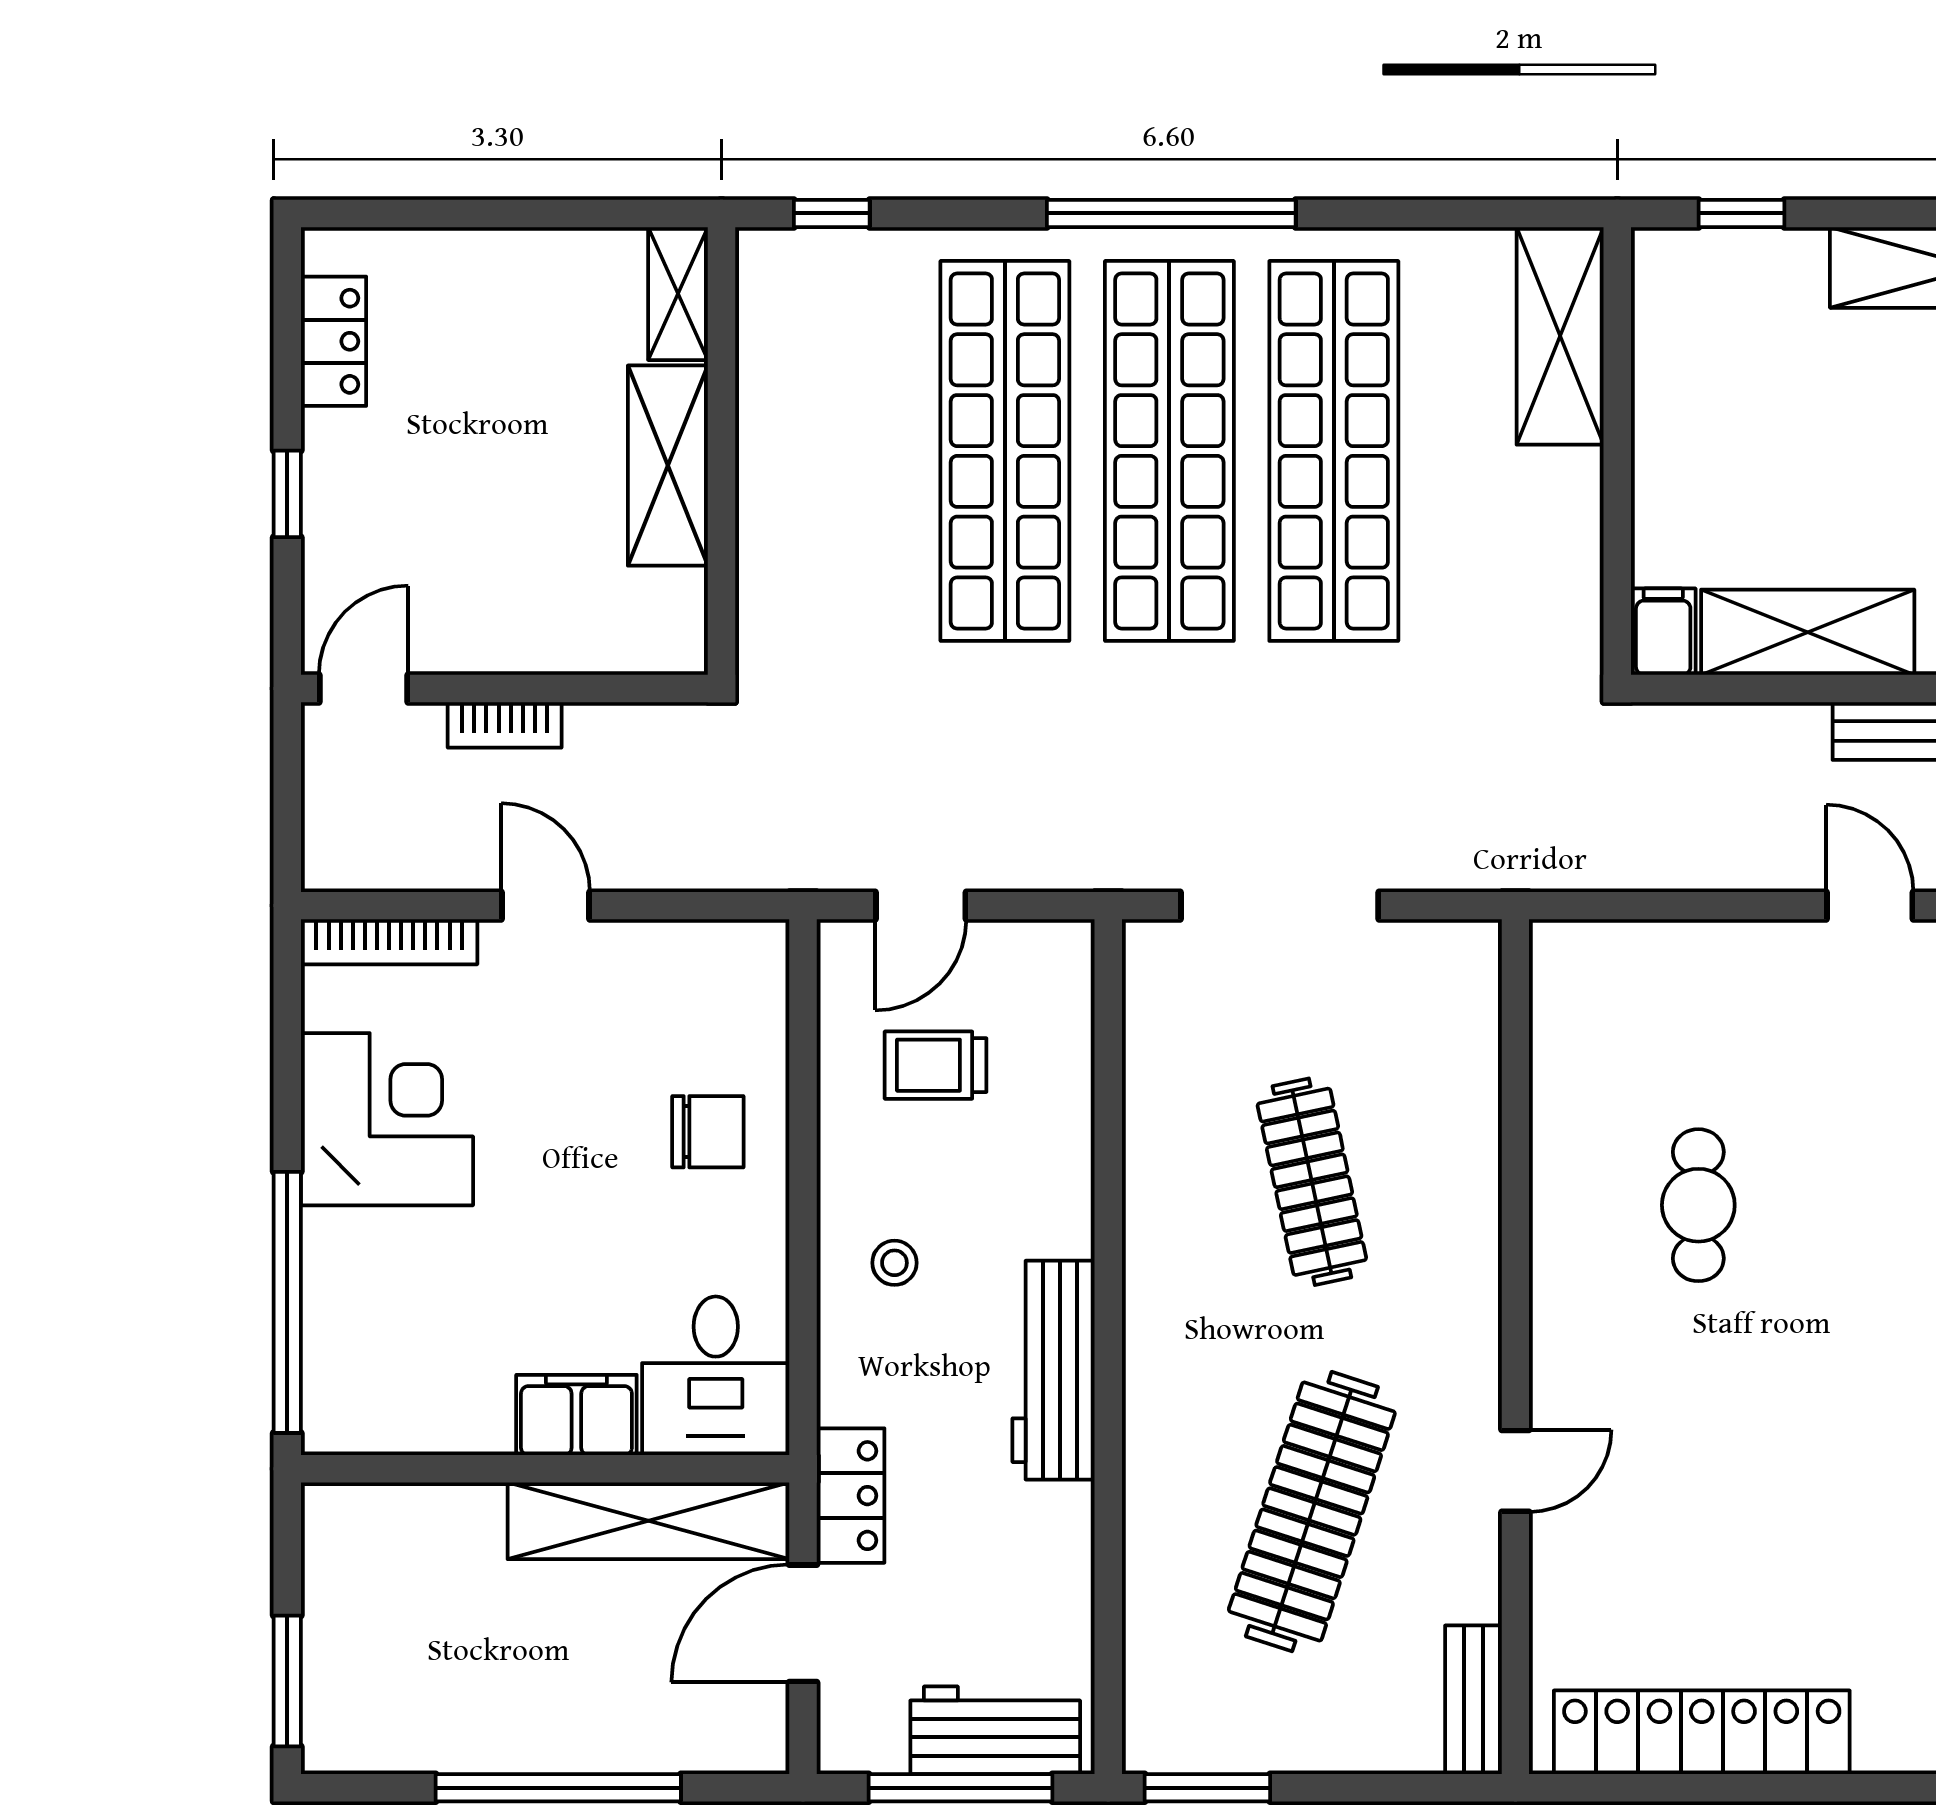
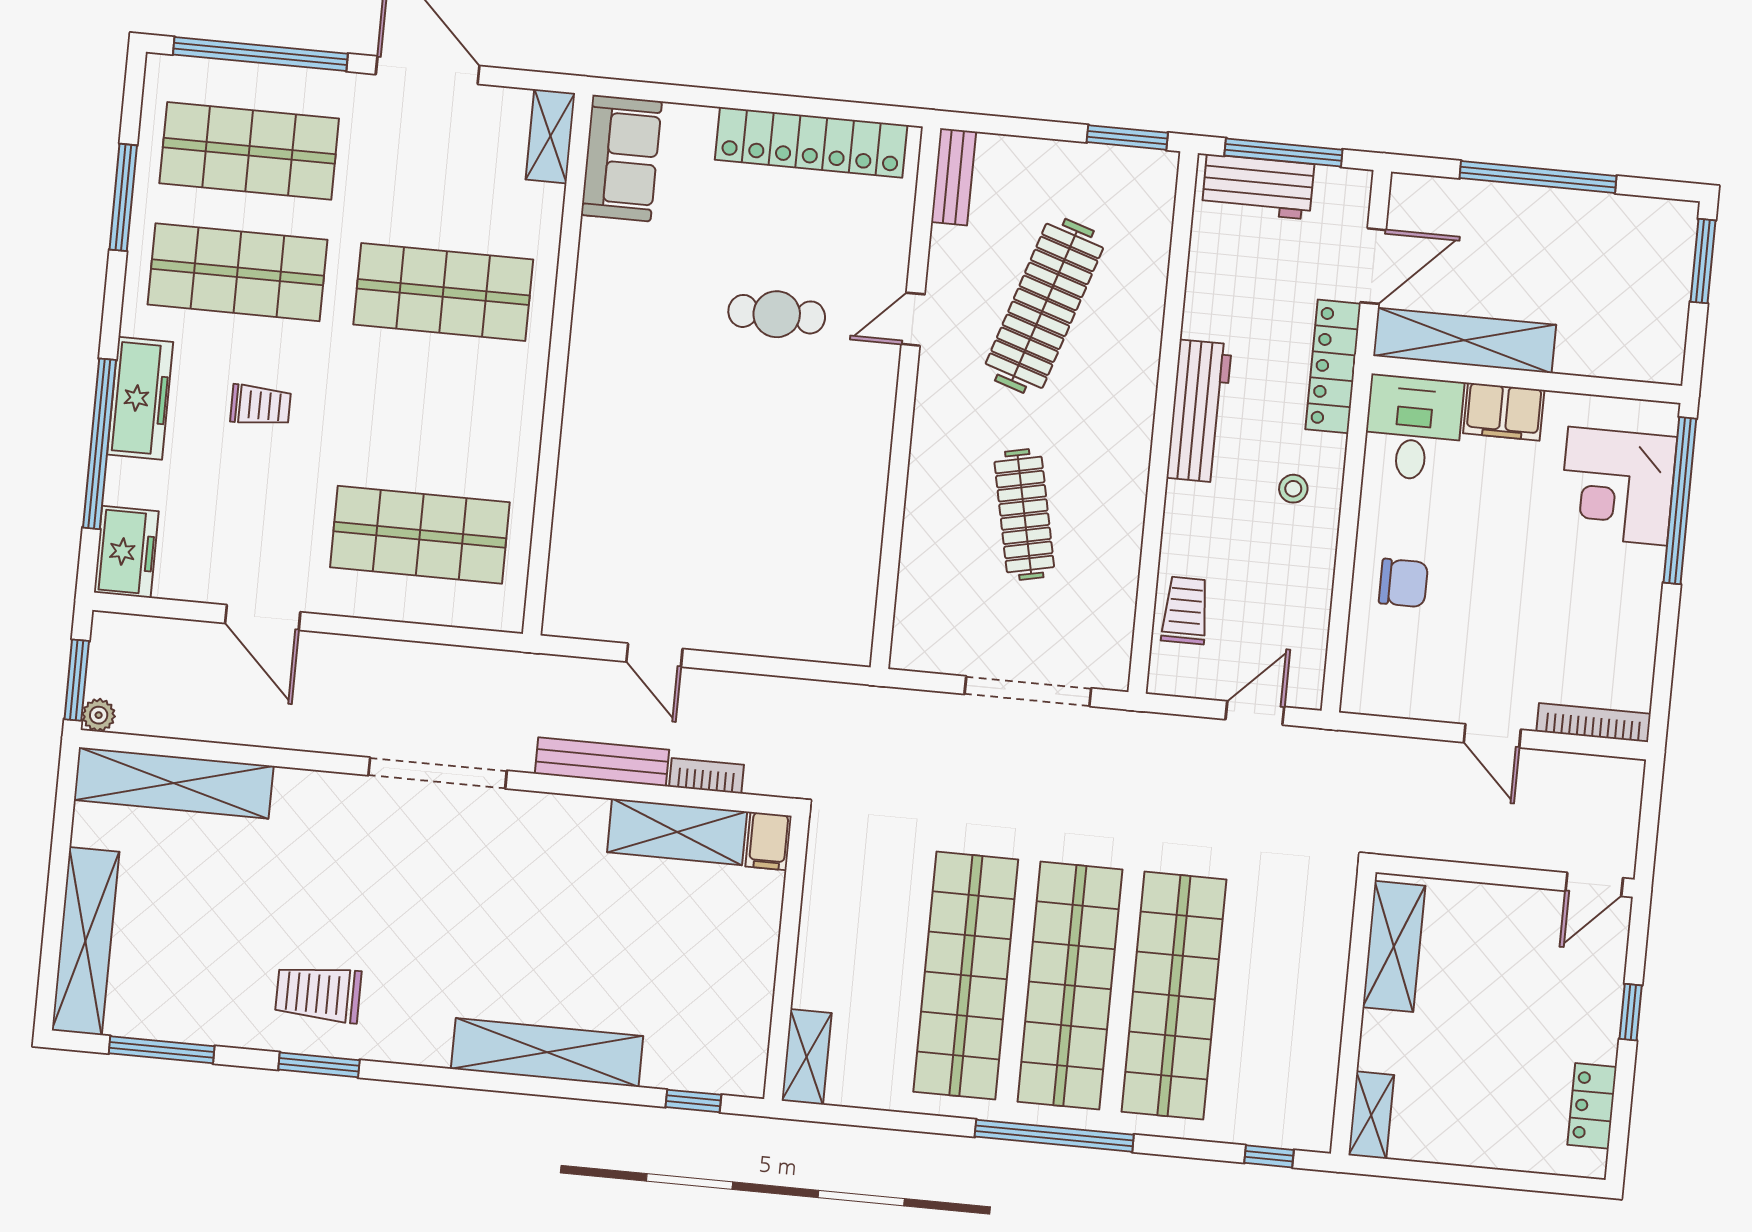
shelving: (1560, 336) -> (807, 1057), width x0.67, depth x0.75
shelving: (668, 466) -> (1394, 946), moved
bookcase: (505, 725) -> (706, 776), moved
trolley: (936, 1065) -> (1185, 610), moved, turned -90
corner desk: (387, 1119) -> (1618, 486), moved
chair: (708, 1132) -> (1403, 583), turned 180
cafe table: (1698, 1205) -> (777, 314), moved, turned 90
locker: (850, 1496) -> (1333, 366), width x1.53

